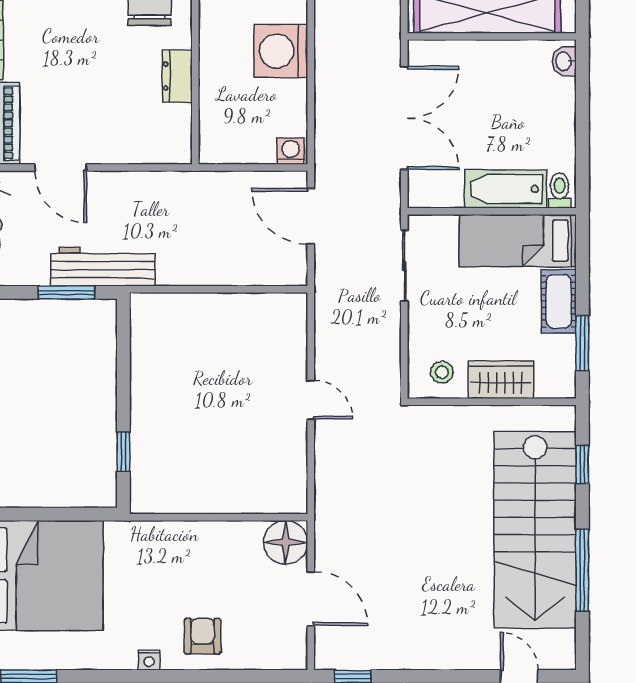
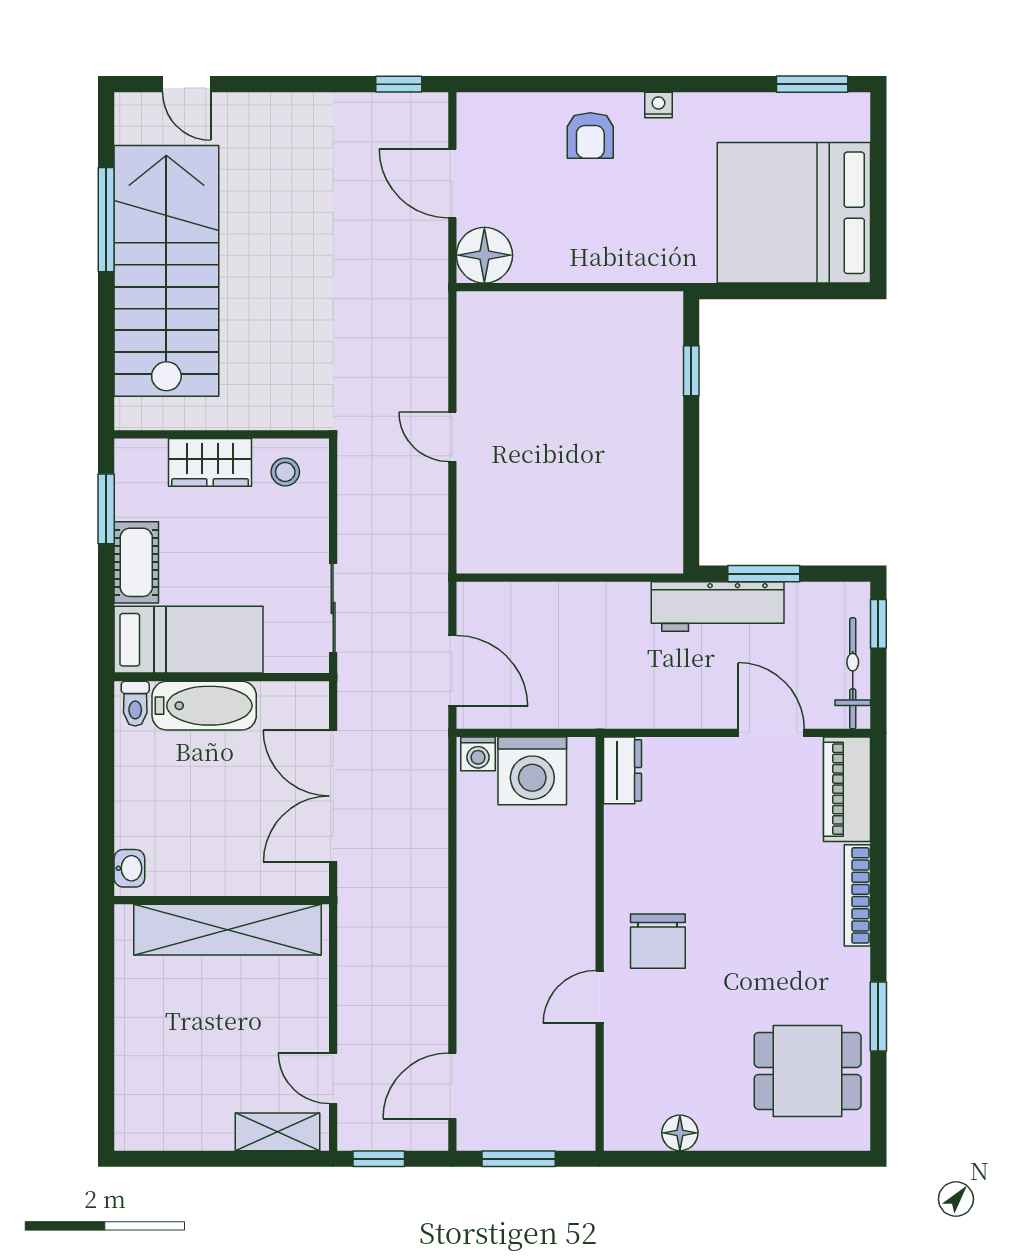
washing machine: (281, 51) -> (532, 771), moved, turned 90
dresser: (177, 76) -> (623, 770), moved
window: (582, 465) -> (106, 354), removed

